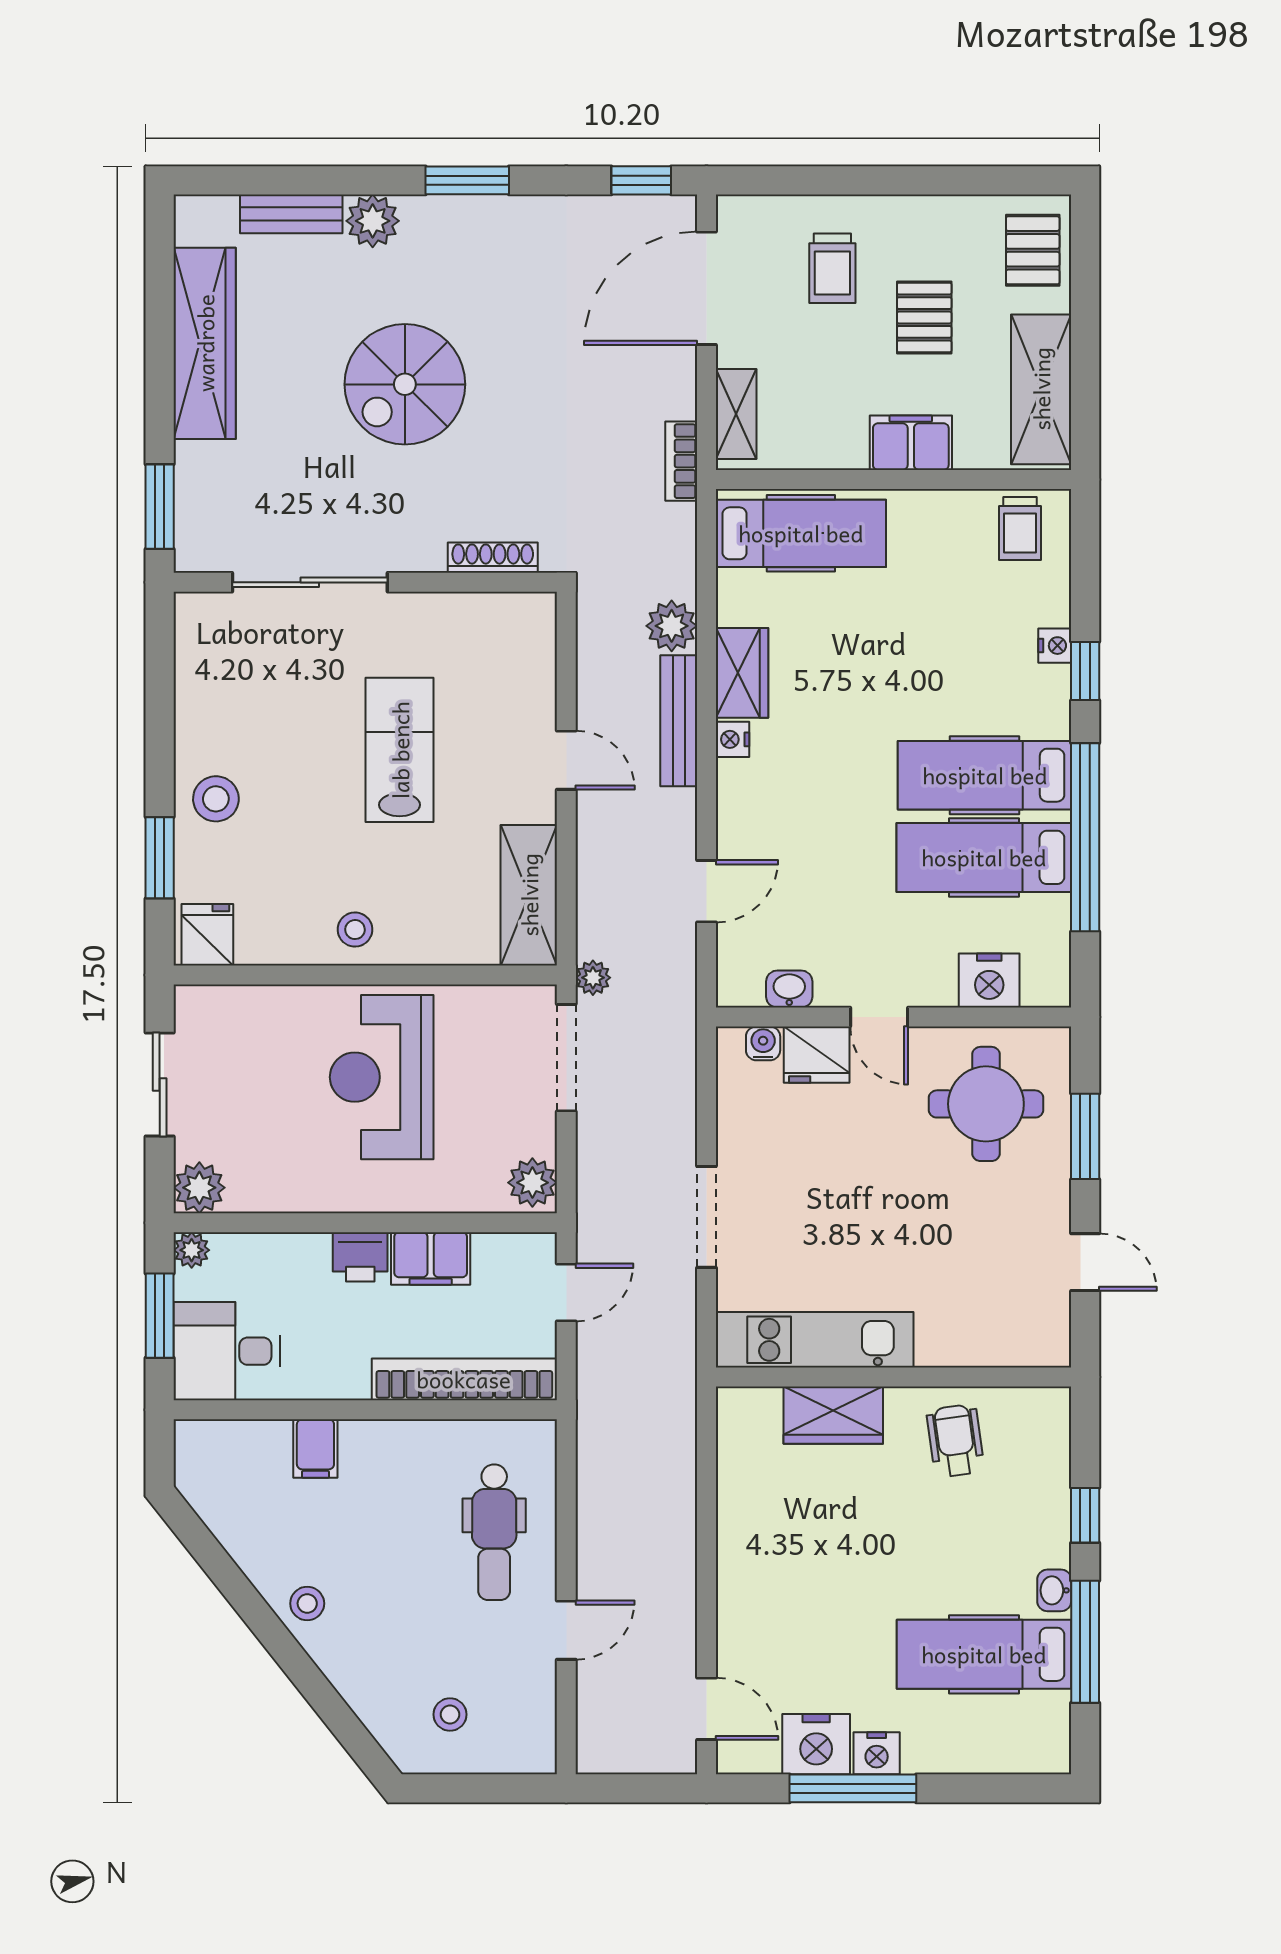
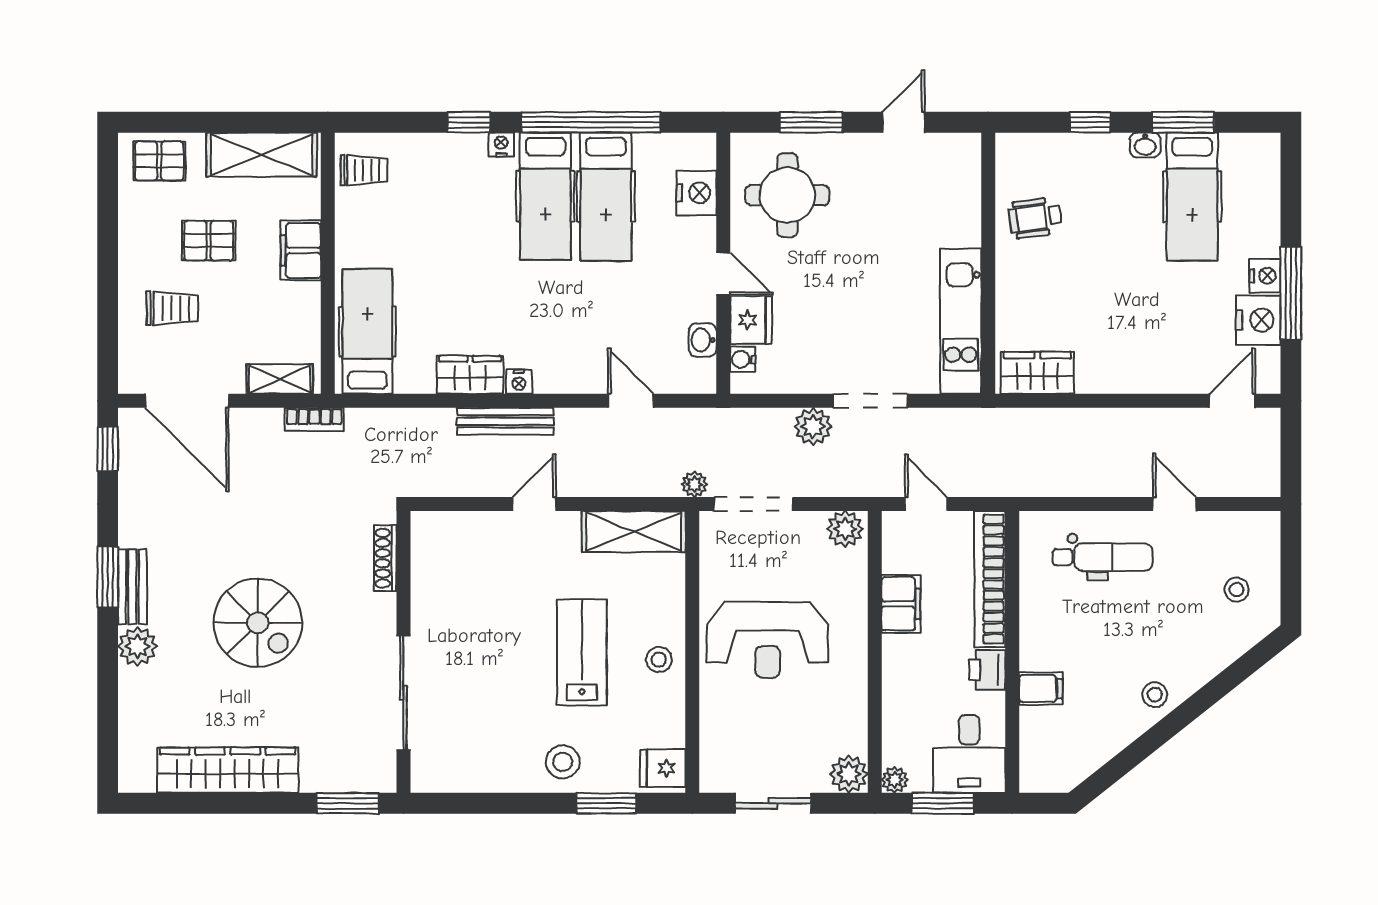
bench: (291, 214) -> (132, 587), moved
plant: (672, 626) -> (813, 427), moved
nightstand: (1055, 646) -> (501, 145), moved
lab bench: (400, 750) -> (582, 652), moved, turned 90
door: (879, 1017) -> (723, 274), hinge flipped
printer: (360, 1257) -> (987, 670), moved, turned 180
wardrobe: (833, 1415) -> (1037, 373), moved, turned -90
window: (1085, 1642) -> (1183, 122), width x0.69

